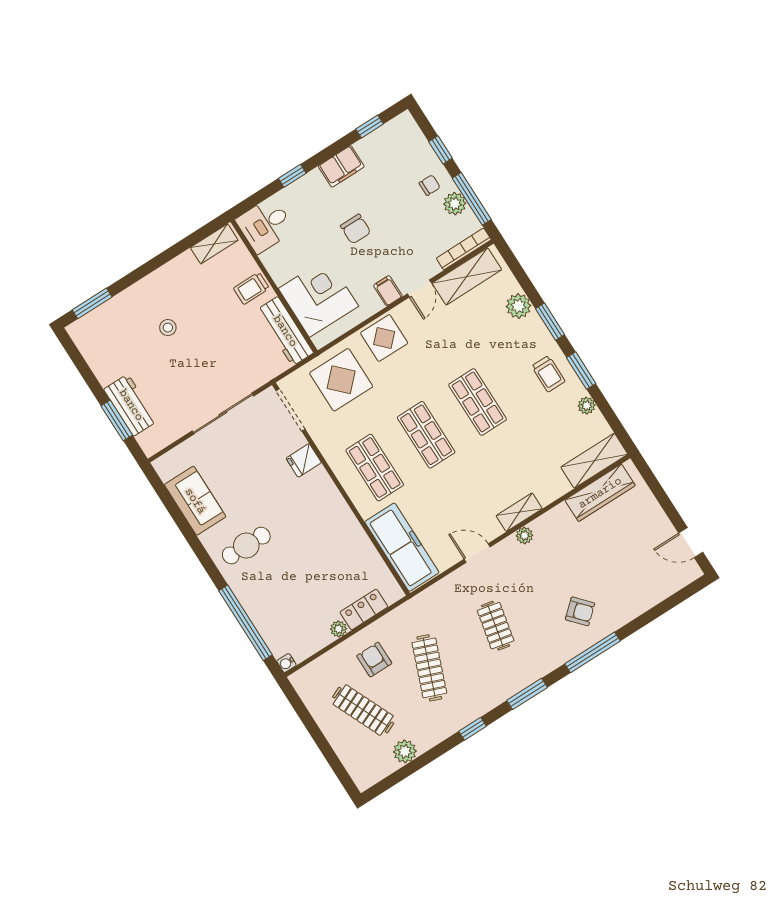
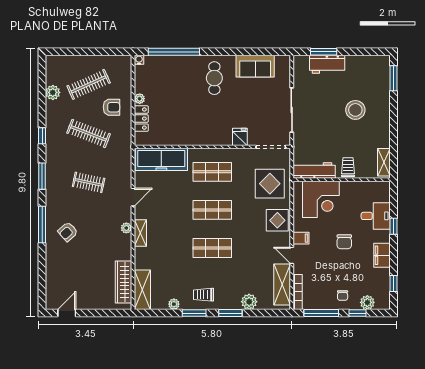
plant: (455, 204) -> (367, 302), moved
desk: (265, 225) -> (376, 216), moved, turned 90
chair: (356, 229) -> (344, 242), turned -90
stool: (168, 328) -> (355, 110), width x1.89, depth x1.89

